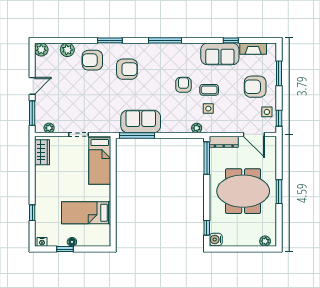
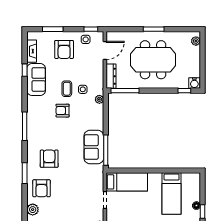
meeting table: (243, 191) -> (153, 60), turned 90

